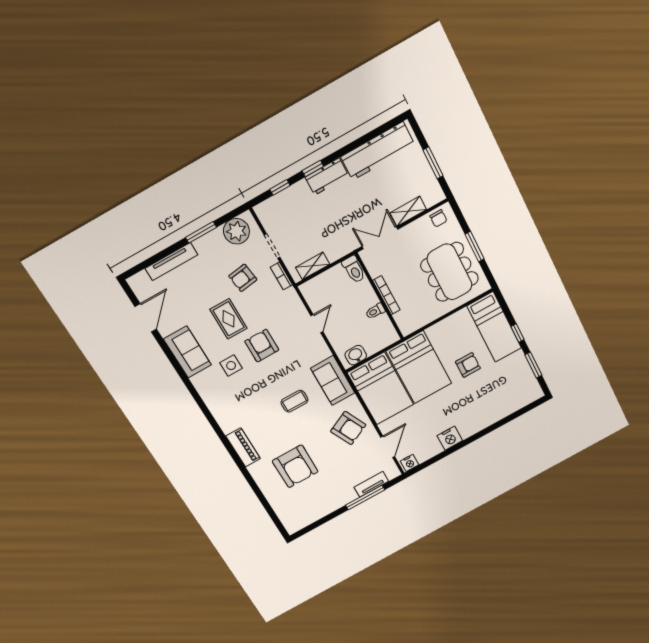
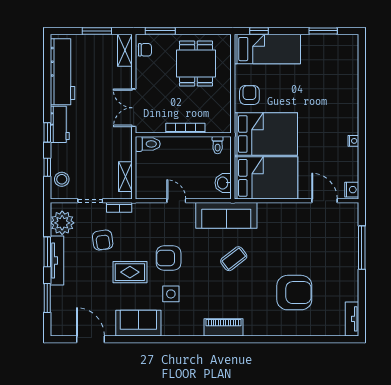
stool: (277, 208) -> (62, 179), added
shelving: (408, 211) -> (125, 50), moved
window: (475, 247) -> (160, 31), moved
window: (158, 257) -> (47, 298), added
tv unit: (171, 262) -> (57, 261), moved
dining table: (450, 272) -> (196, 64), width x0.73
toilet: (375, 311) -> (218, 145), moved
window: (517, 333) -> (259, 31), moved
armchair: (468, 365) -> (249, 95), moved
sofa: (333, 381) -> (226, 215), width x1.36
coffee table: (295, 401) -> (234, 259), turned 52
armchair: (348, 428) -> (286, 226), removed
nightstand: (450, 438) -> (353, 141), width x0.53, depth x0.56
piano: (243, 447) -> (223, 327), moved
tv unit: (371, 484) -> (352, 319), moved

